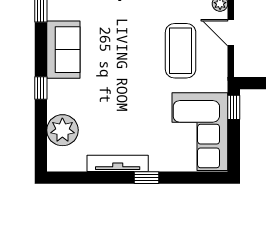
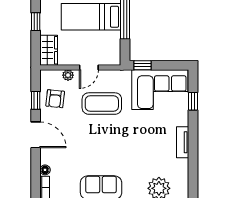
tv unit: (118, 163) -> (183, 142), width x0.71
window: (146, 178) -> (193, 101), moved

